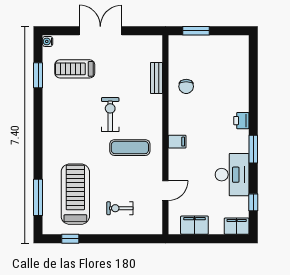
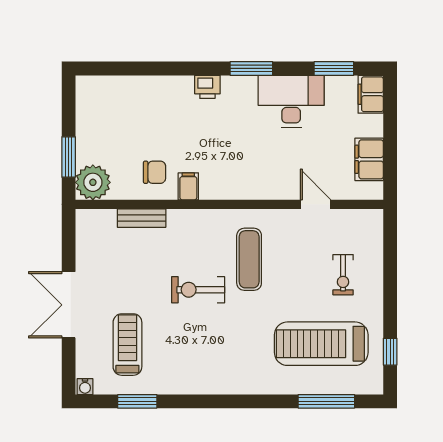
plant: (180, 47) -> (93, 182), added
treadmill: (75, 69) -> (127, 345), turned 180
filing cabinet: (177, 142) -> (188, 186), moved
window: (253, 202) -> (334, 68), width x1.50

